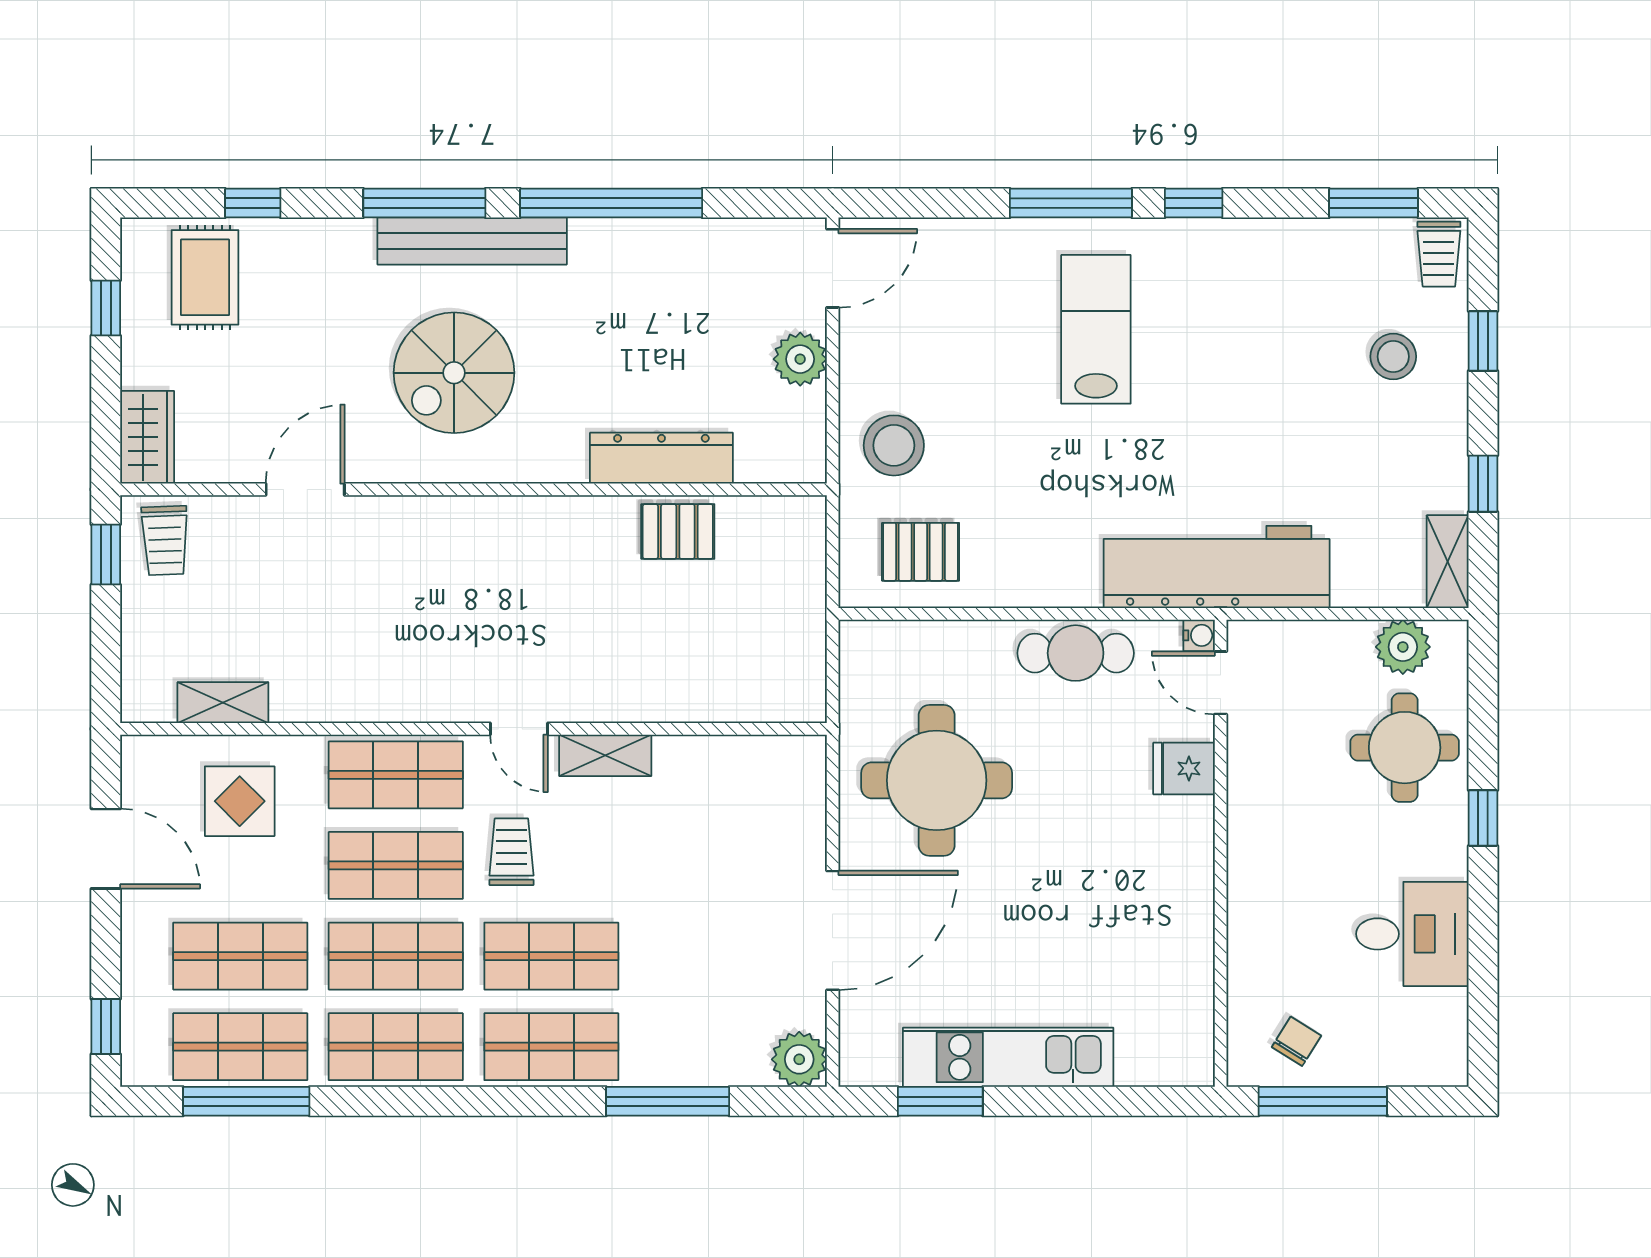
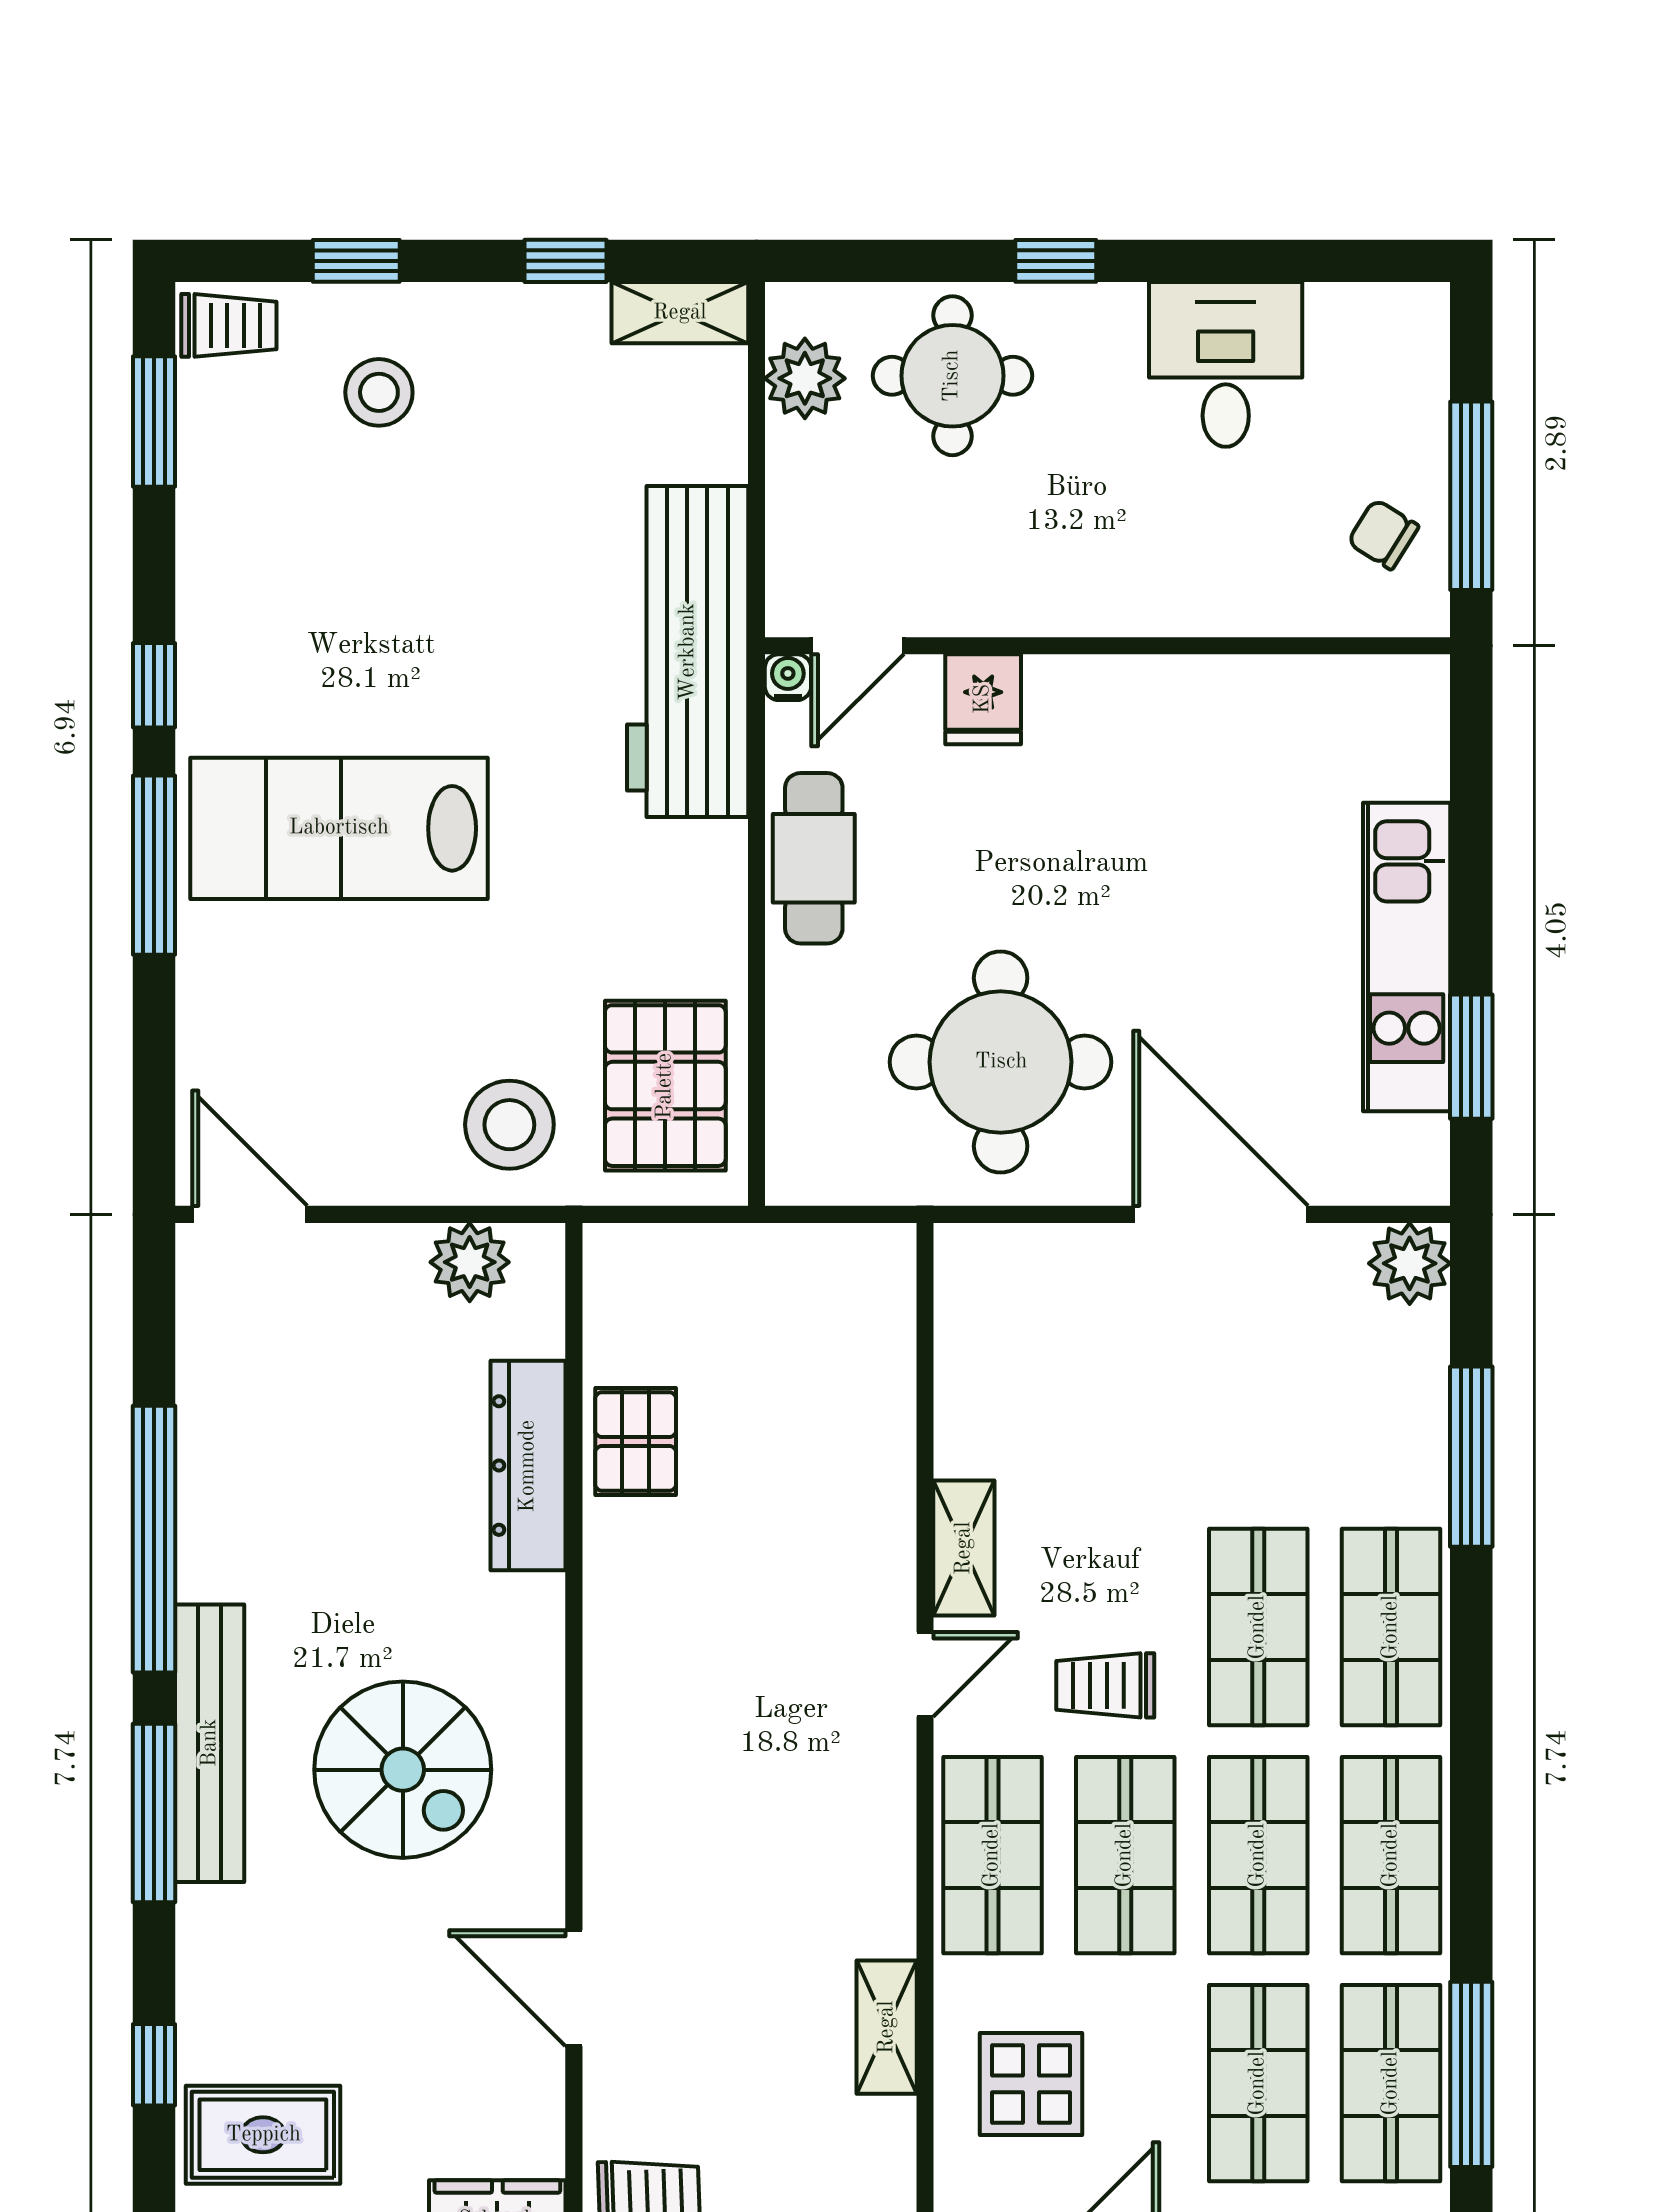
lab bench: (1096, 329) -> (339, 828), width x1.36, depth x1.39
plant: (800, 359) -> (470, 1262), moved
pallet: (921, 552) -> (665, 1086), width x1.50, depth x1.42
shelving: (223, 703) -> (887, 2027), moved

